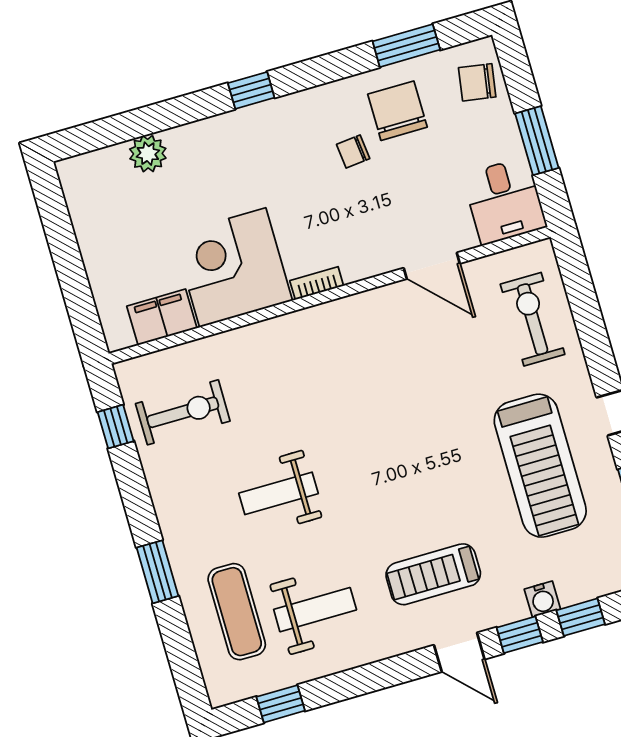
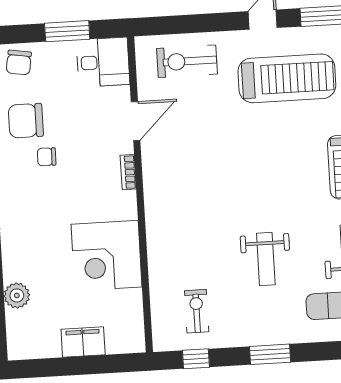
chair: (353, 152) -> (47, 157), turned 97
bookcase: (317, 283) -> (128, 172), moved
filing cabinet: (162, 317) -> (83, 342), moved, turned 90
exercise bike: (183, 412) -> (197, 311), width x0.73, depth x0.72
window: (158, 572) -> (270, 354), moved

